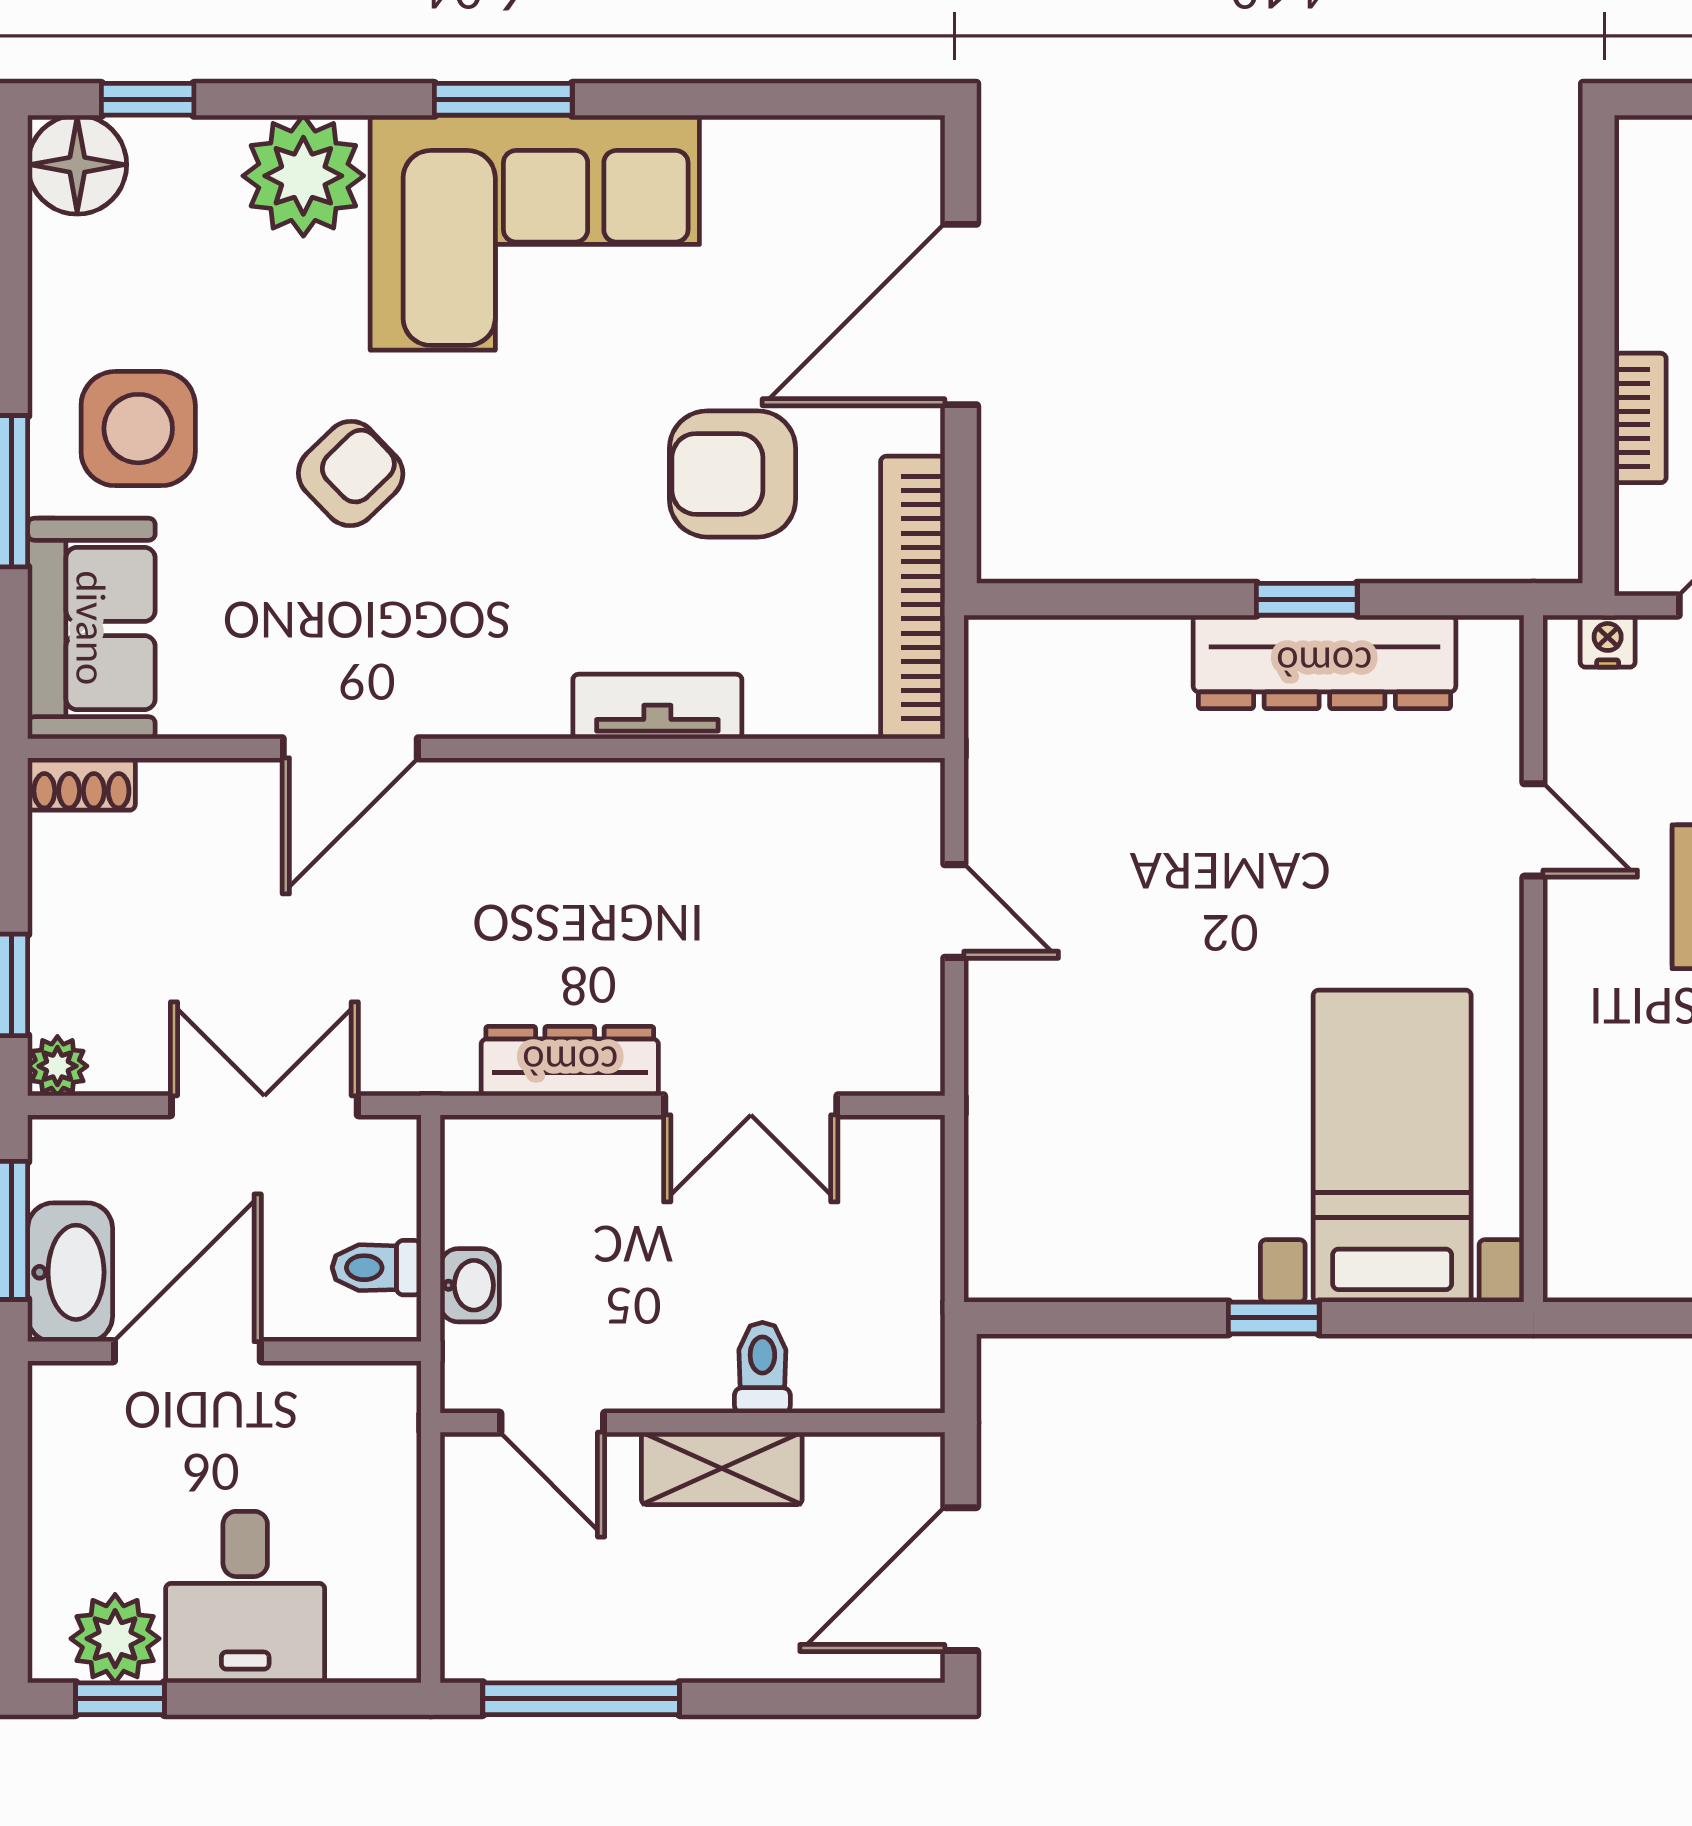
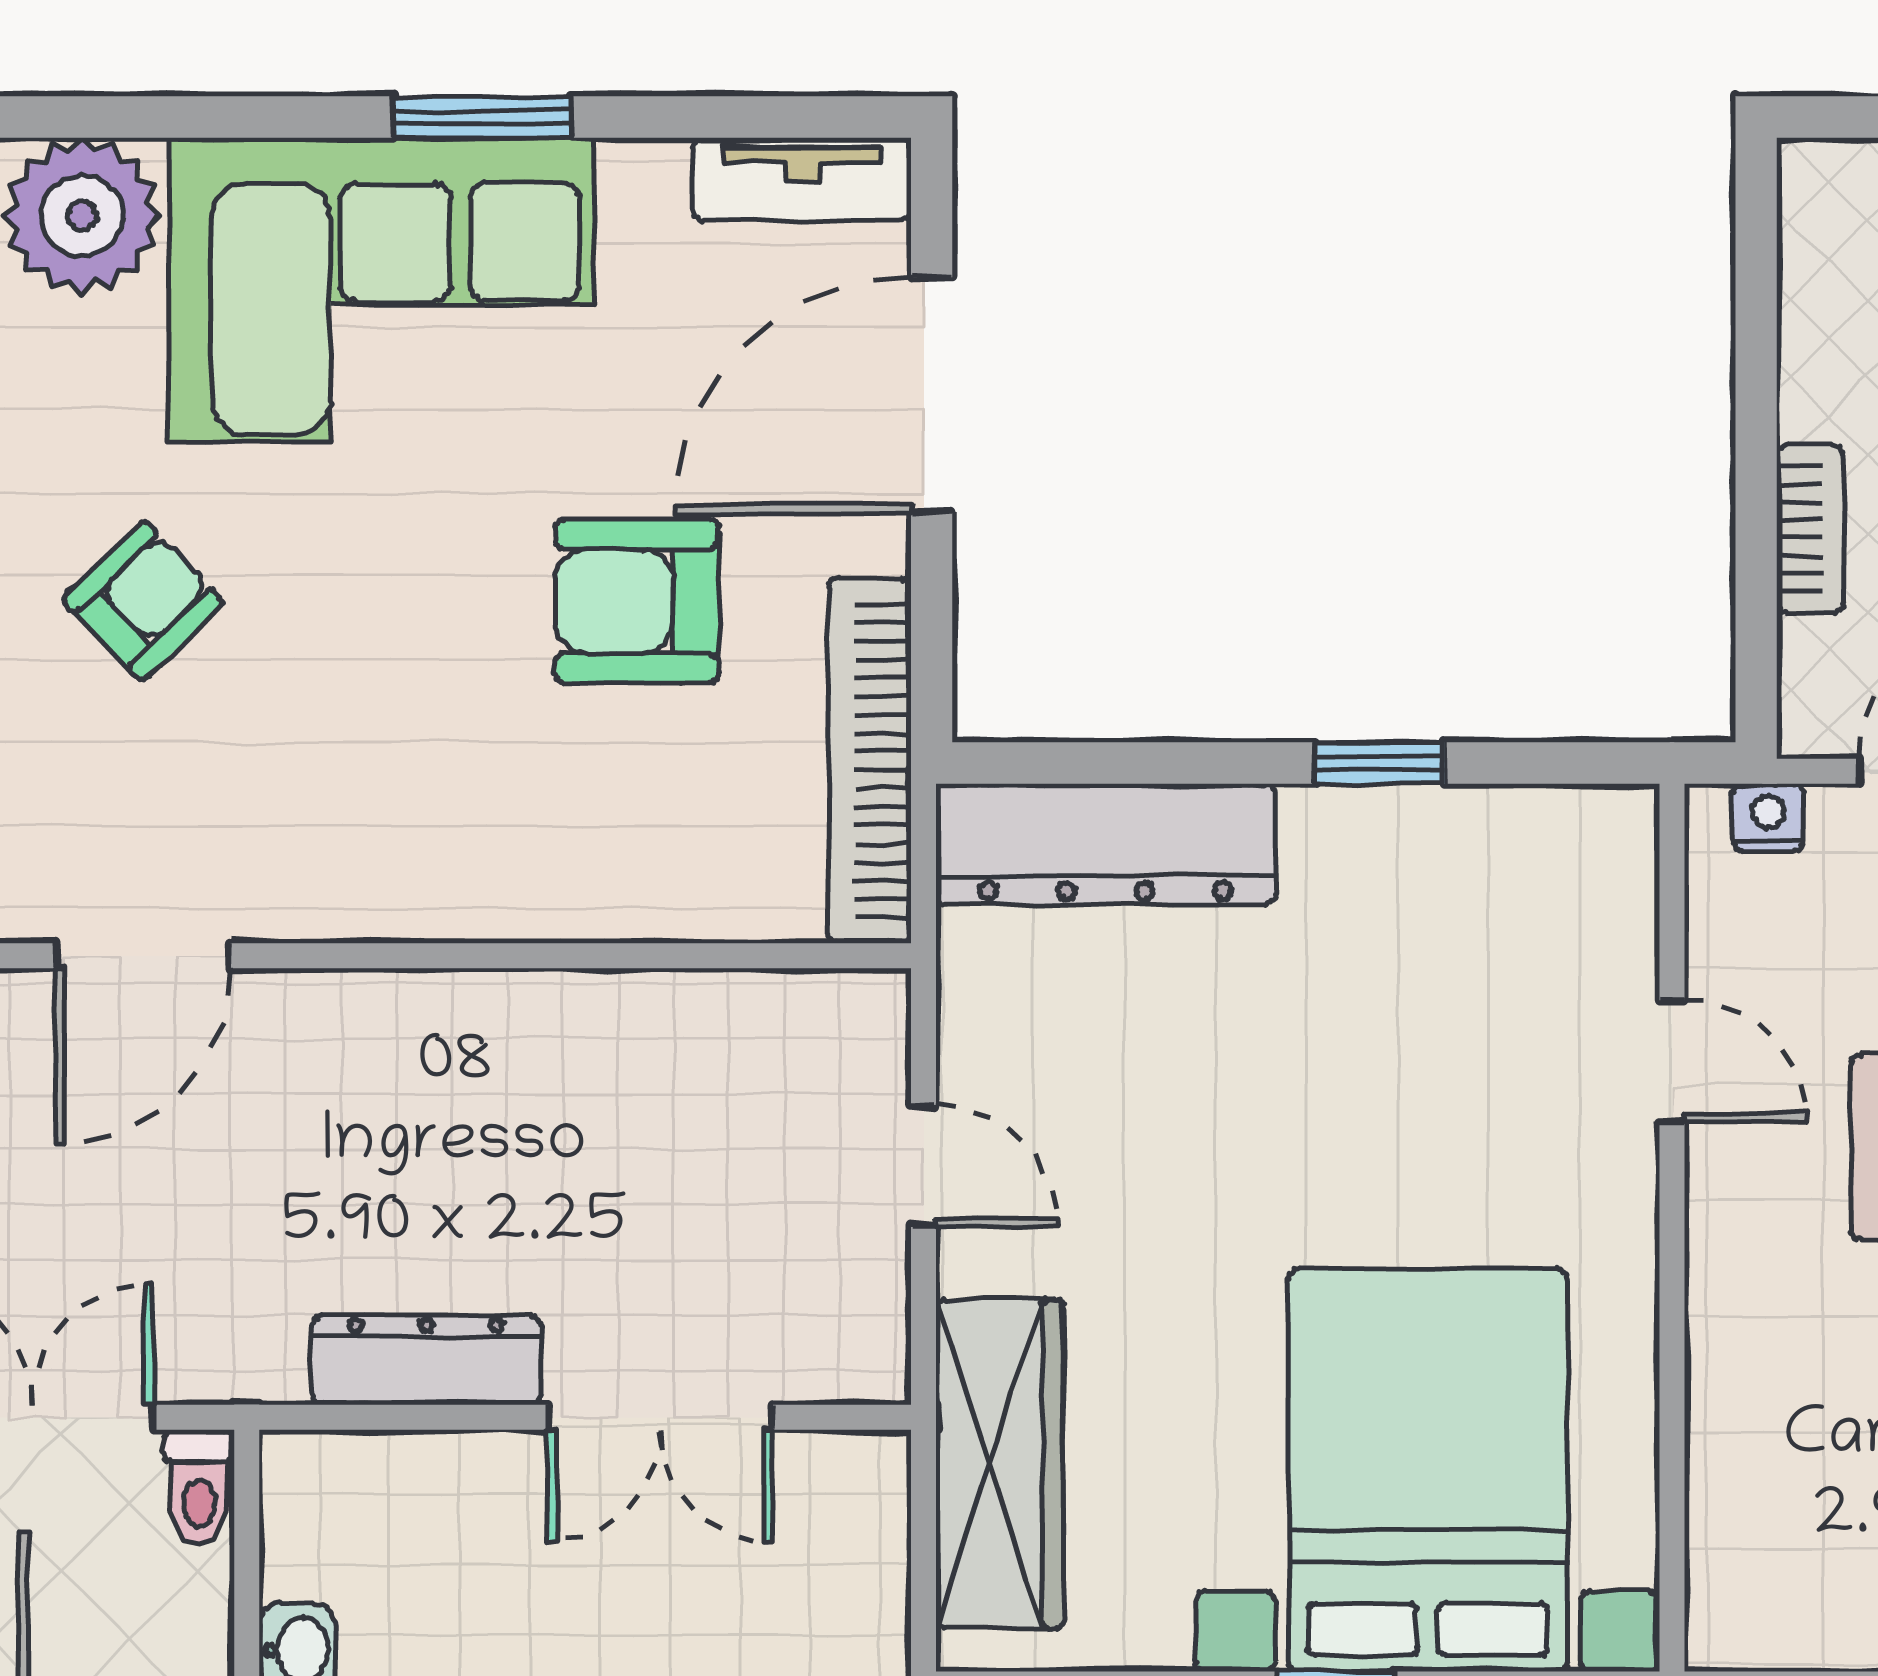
window: (503, 99) -> (482, 117), moved
dresser: (1324, 662) -> (1105, 844), moved
tv unit: (657, 707) -> (802, 179), moved, turned 180
wardrobe: (1013, 1141) -> (999, 1464), added
bed with nightstands: (1392, 1146) -> (1428, 1470), width x1.36
toilet: (377, 1268) -> (199, 1487), moved, turned -90

